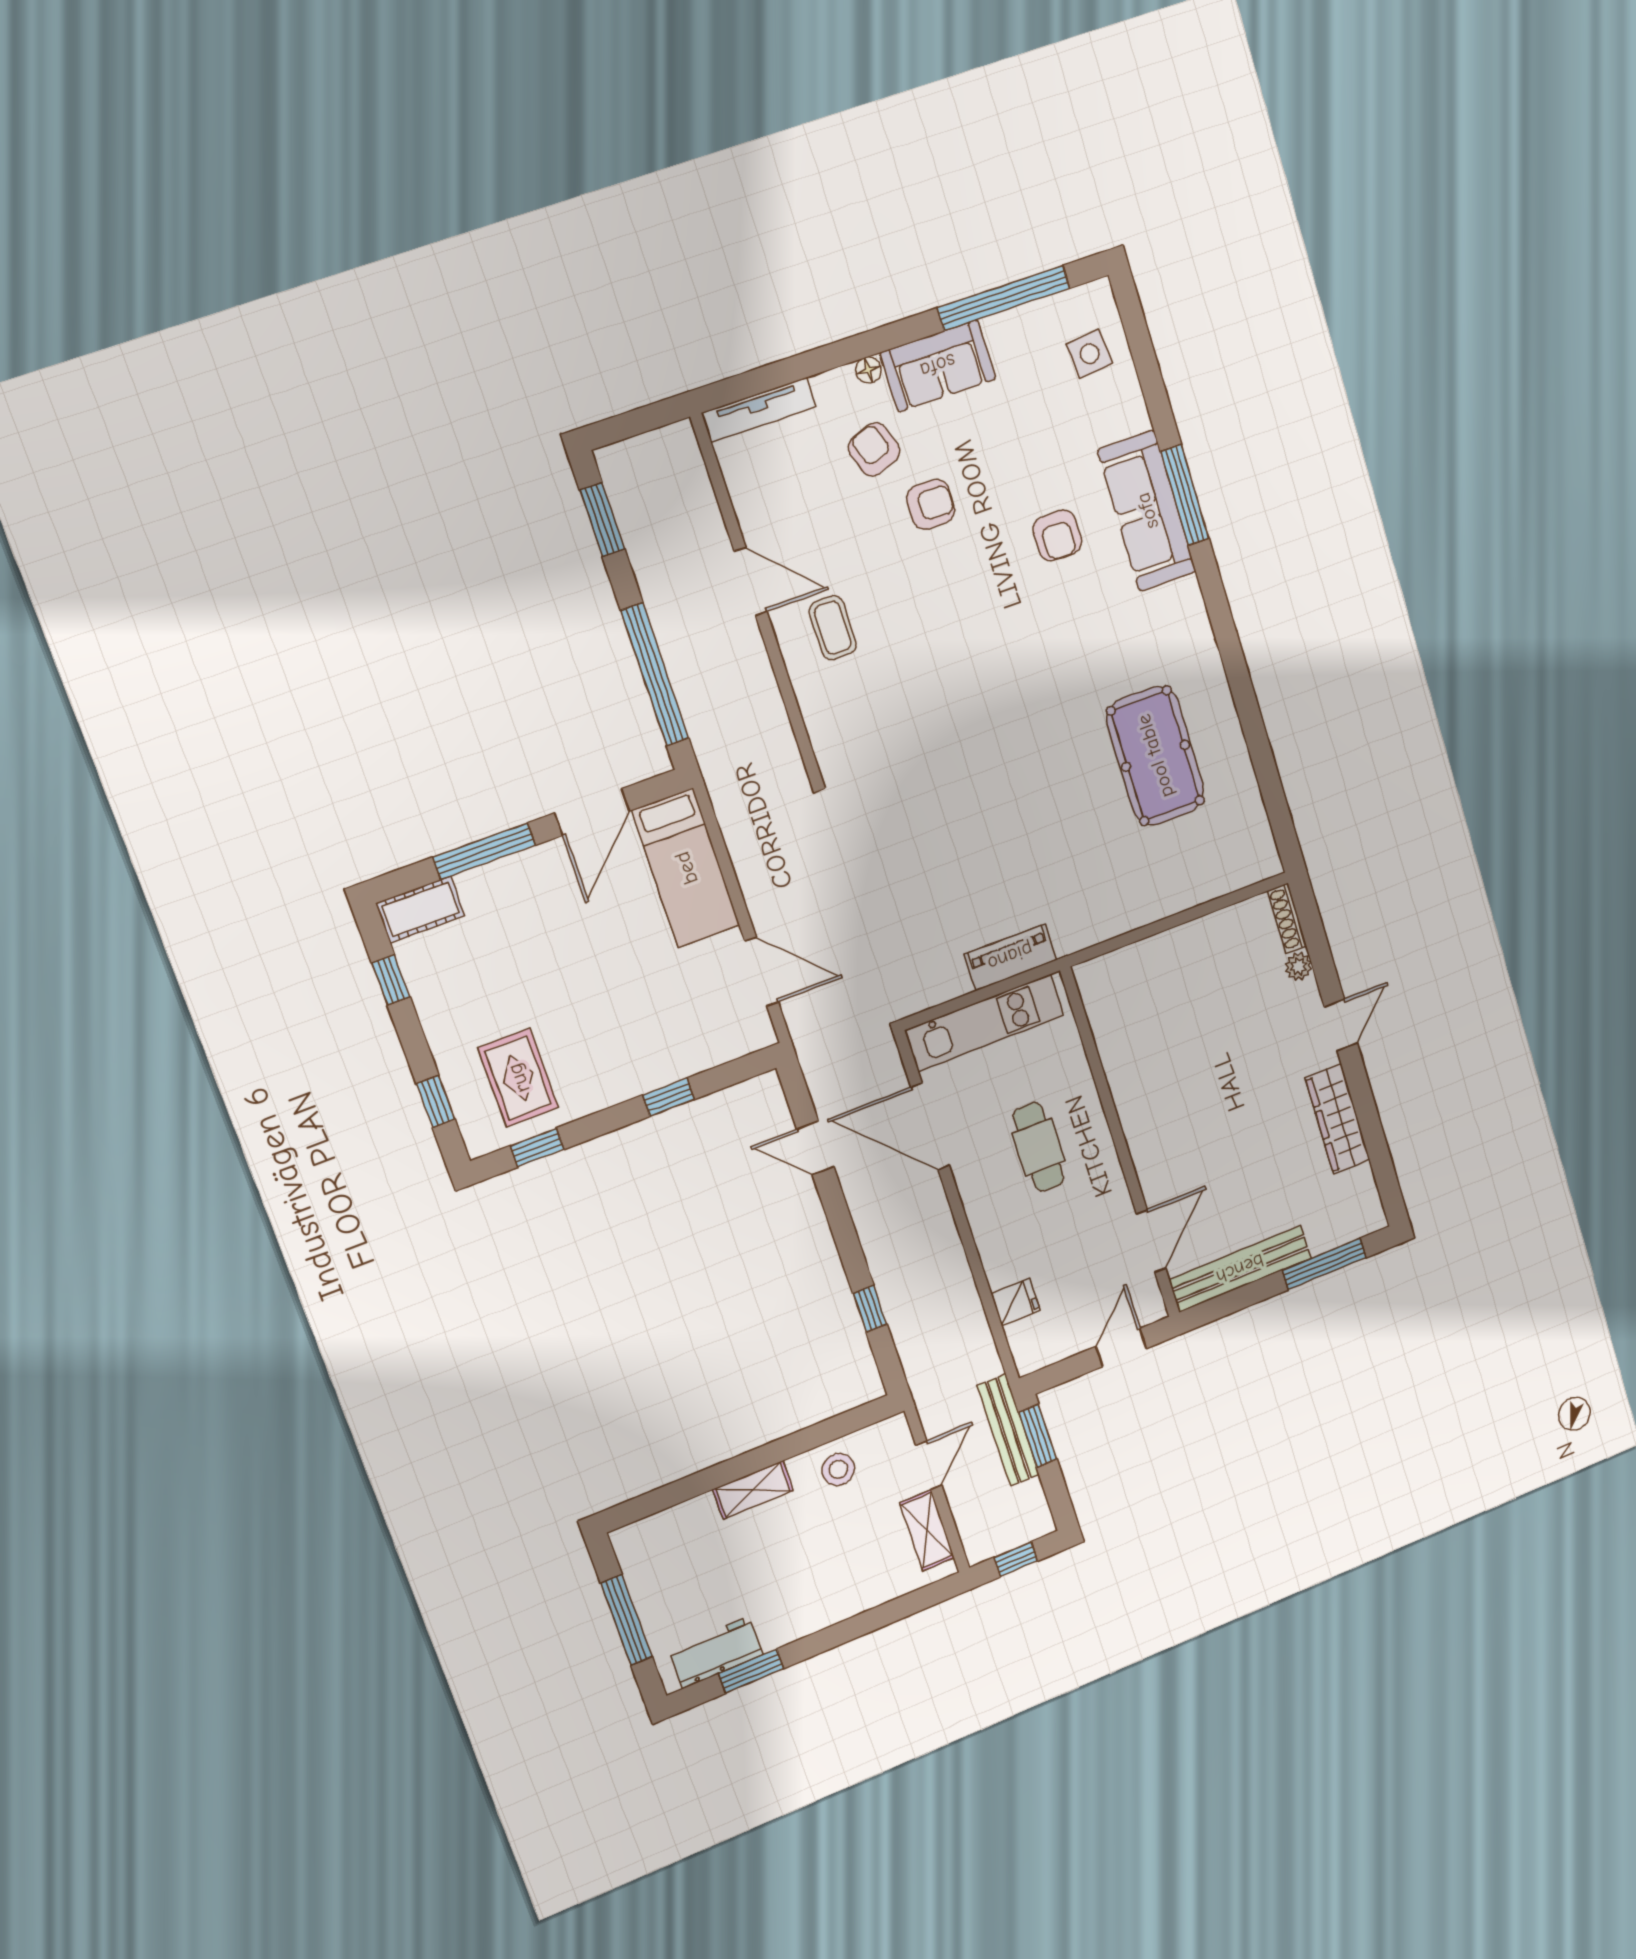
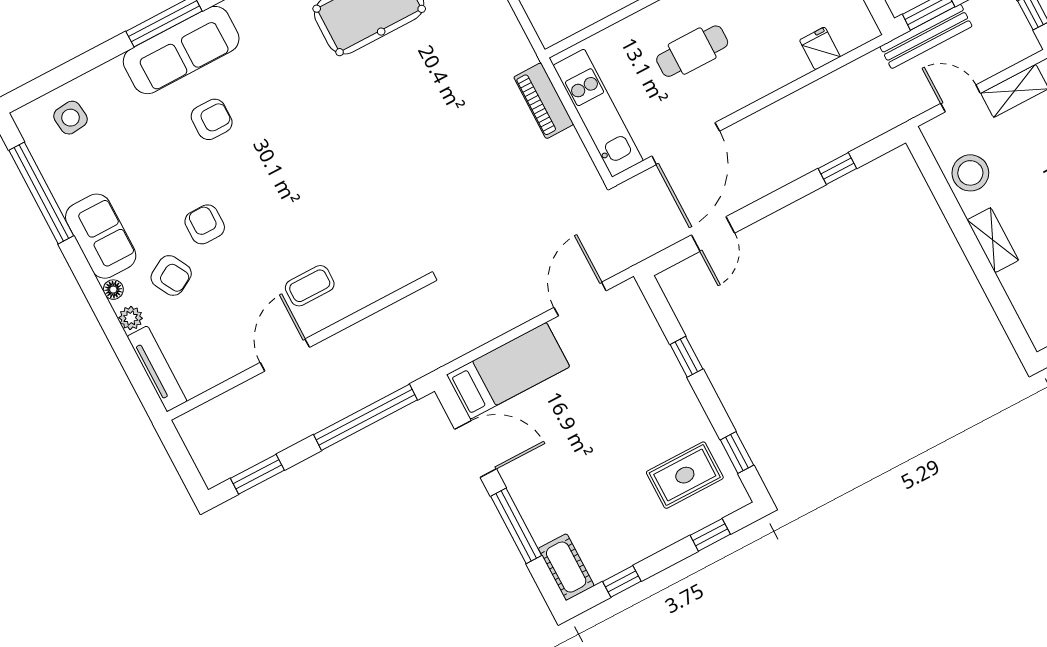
plant: (829, 387) -> (131, 318), added
armchair: (874, 449) -> (171, 275), turned -99
stool: (838, 1469) -> (970, 173), width x1.38, depth x1.38

